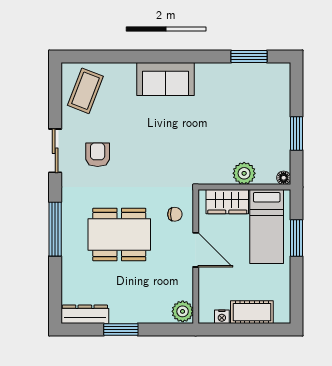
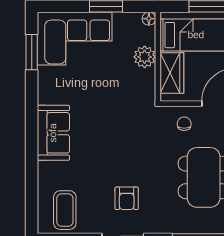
coffee table: (85, 91) -> (65, 210), turned 69
corner sofa: (263, 101) -> (75, 39), added
armchair: (98, 155) -> (127, 198), turned -90

